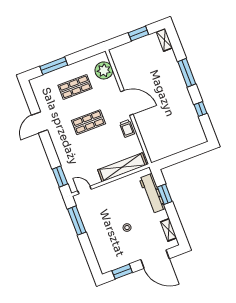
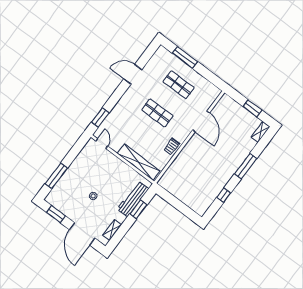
plant: (104, 70) -> (206, 99), removed
door: (127, 103) -> (201, 121), moved
window: (77, 221) -> (56, 176), moved

